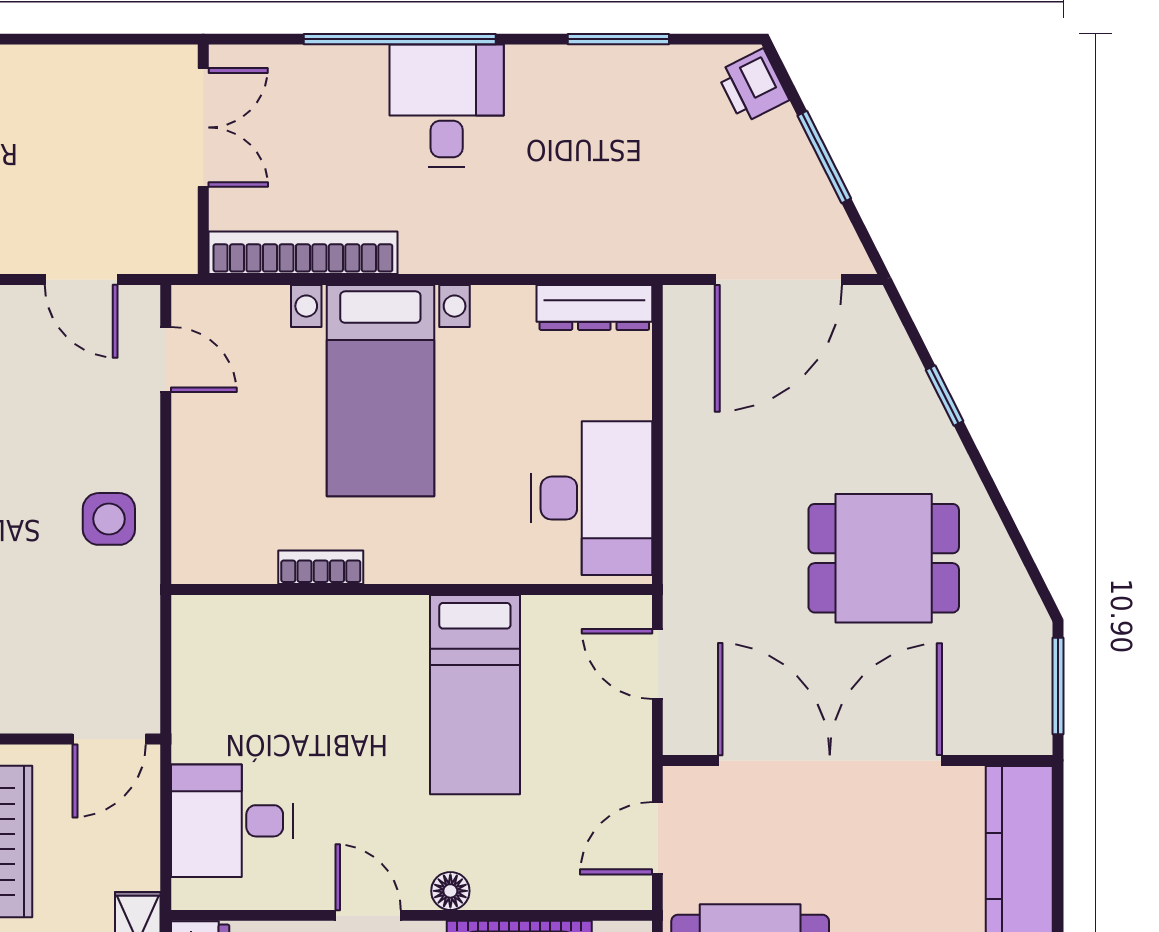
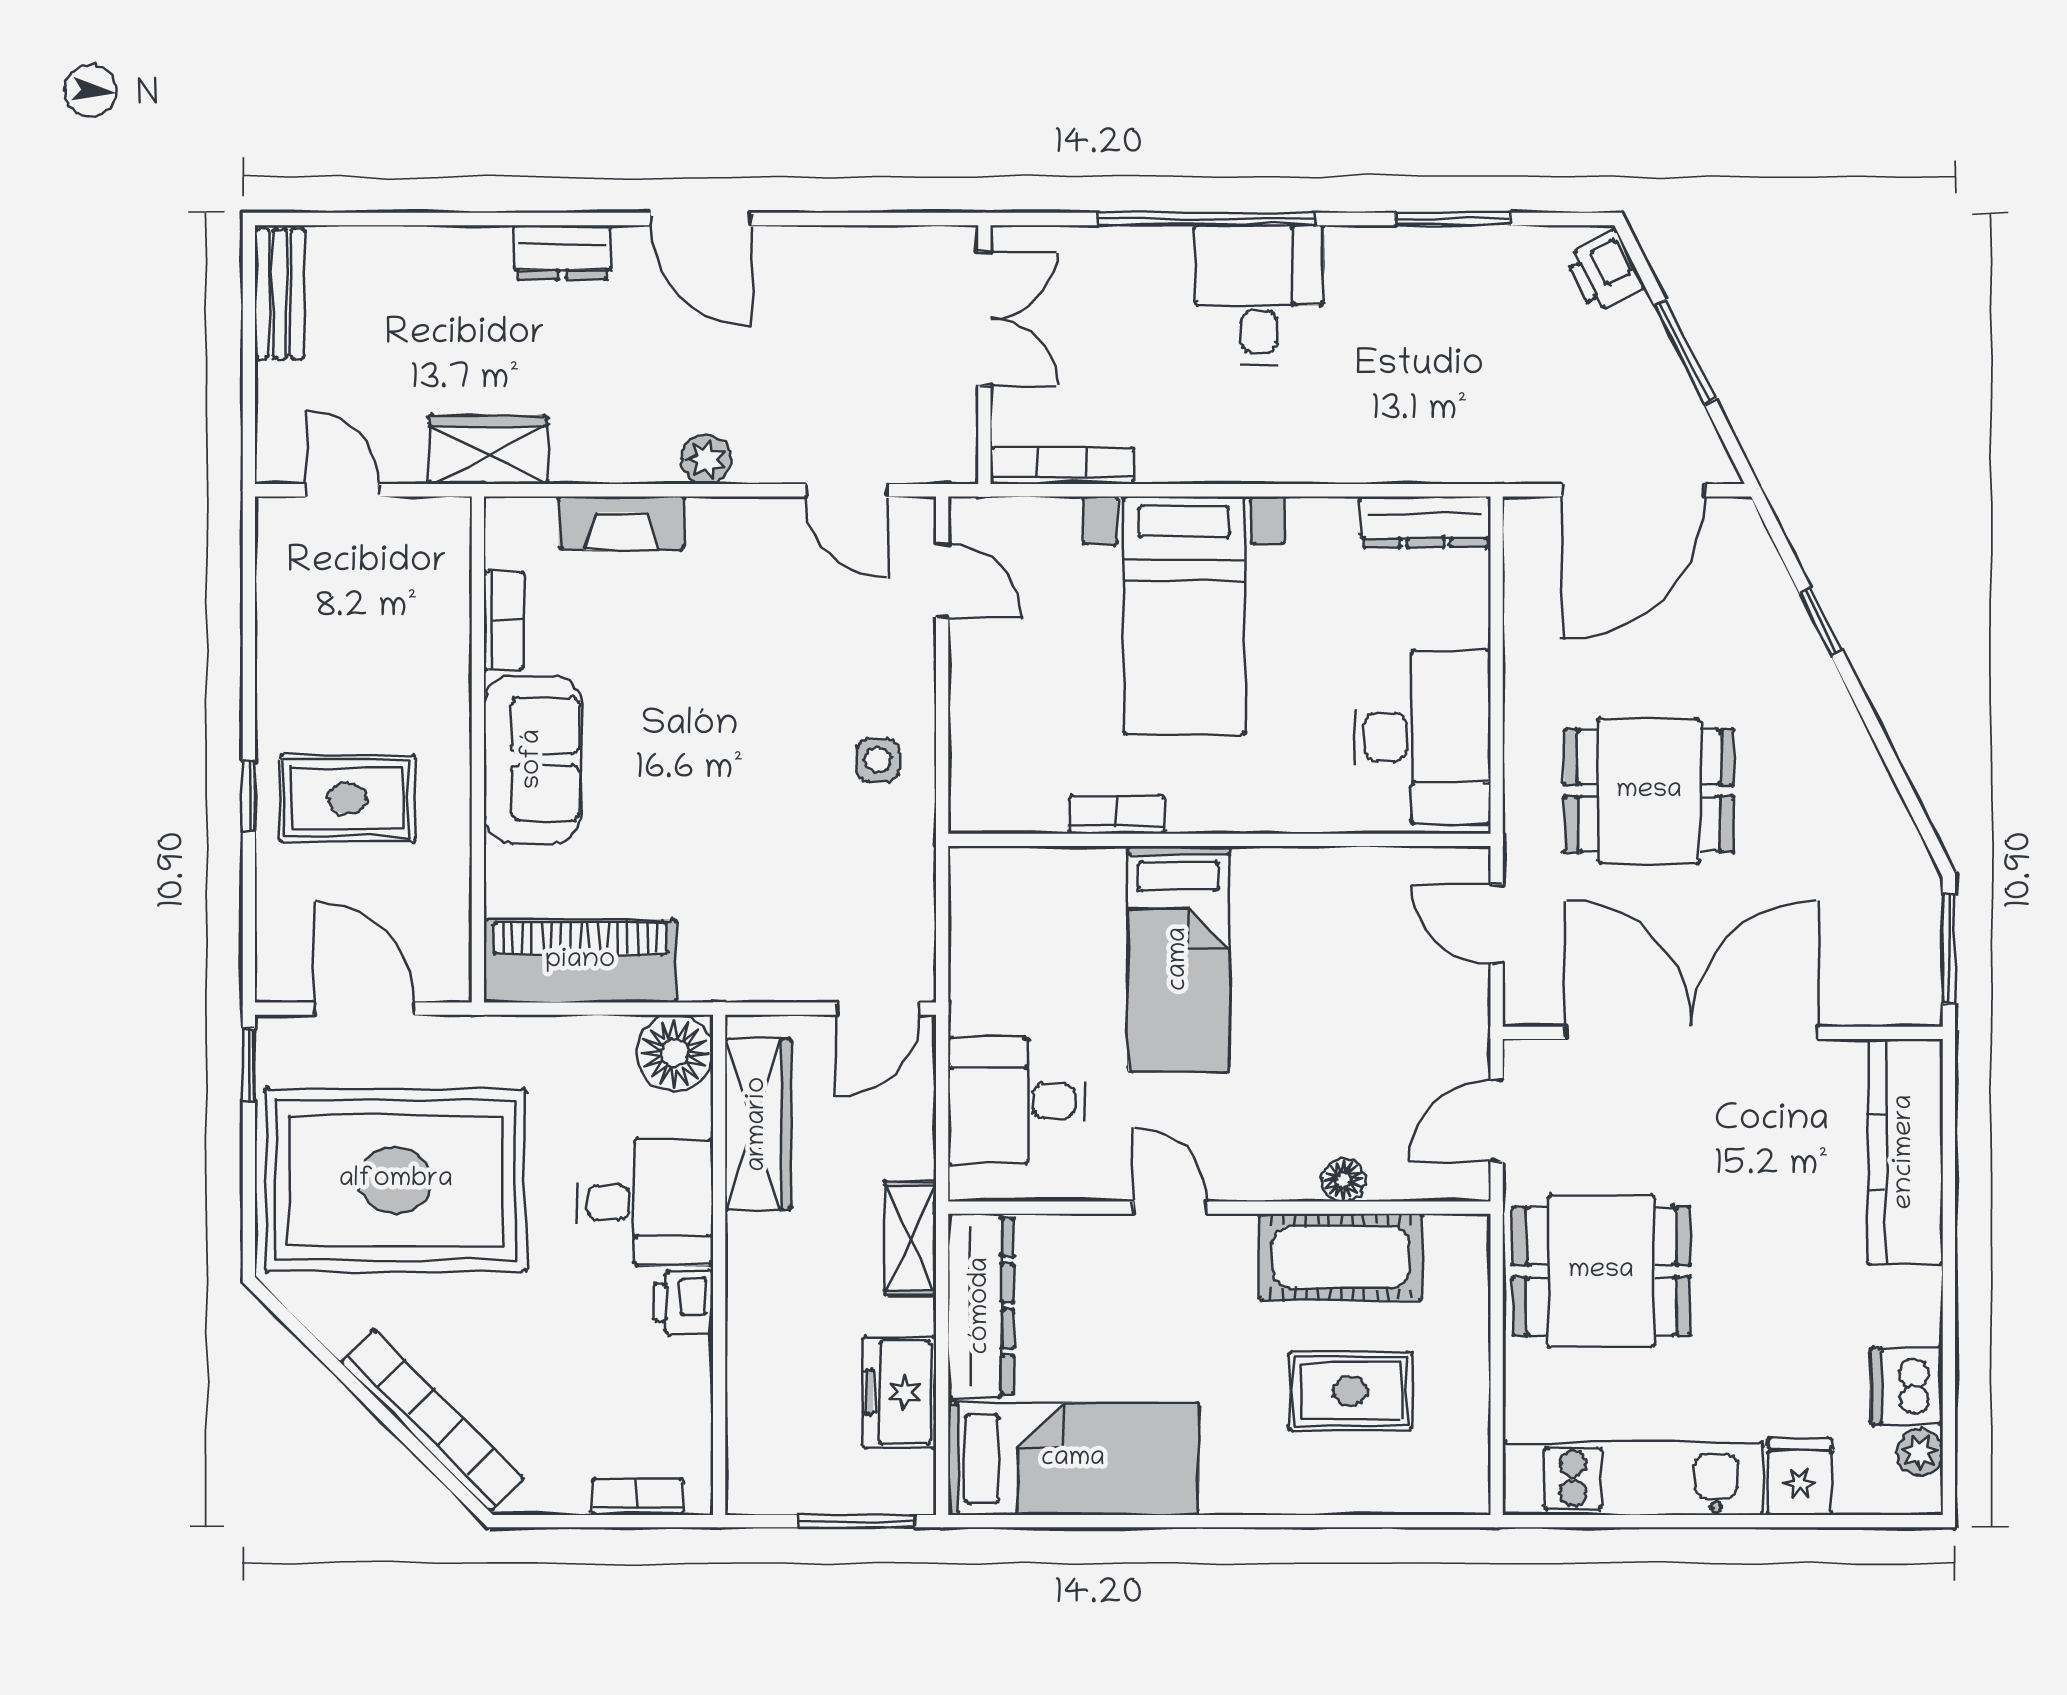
bookcase: (303, 253) -> (1062, 466), width x0.68, depth x0.76
side table: (109, 519) -> (878, 760), width x0.73, depth x0.73
dining table: (884, 558) -> (1649, 791), moved
bed: (475, 695) -> (1179, 959), moved
floor lamp: (450, 891) -> (1343, 1180), moved

